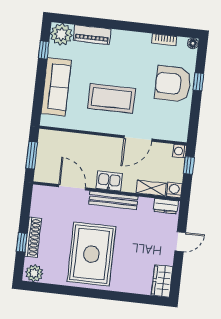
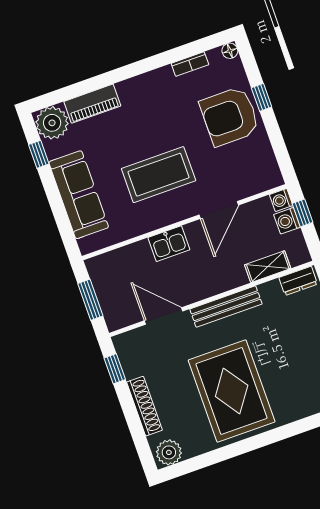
kitchen sink: (109, 181) -> (169, 244), moved, turned 180
washing machine: (174, 190) -> (287, 221), moved, turned -90
window: (22, 242) -> (115, 369), moved

